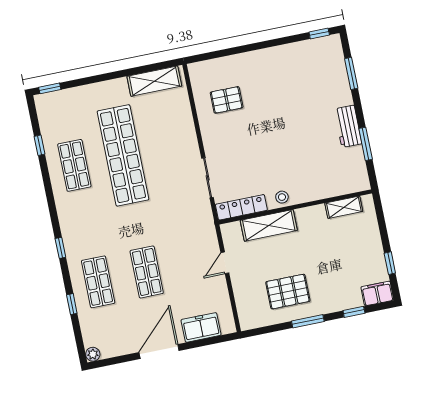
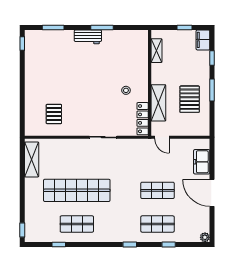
locker: (241, 207) -> (143, 119), moved
wall: (295, 207) -> (150, 83), moved
shelving: (344, 207) -> (156, 51), moved
shelving: (269, 225) -> (158, 103), moved

